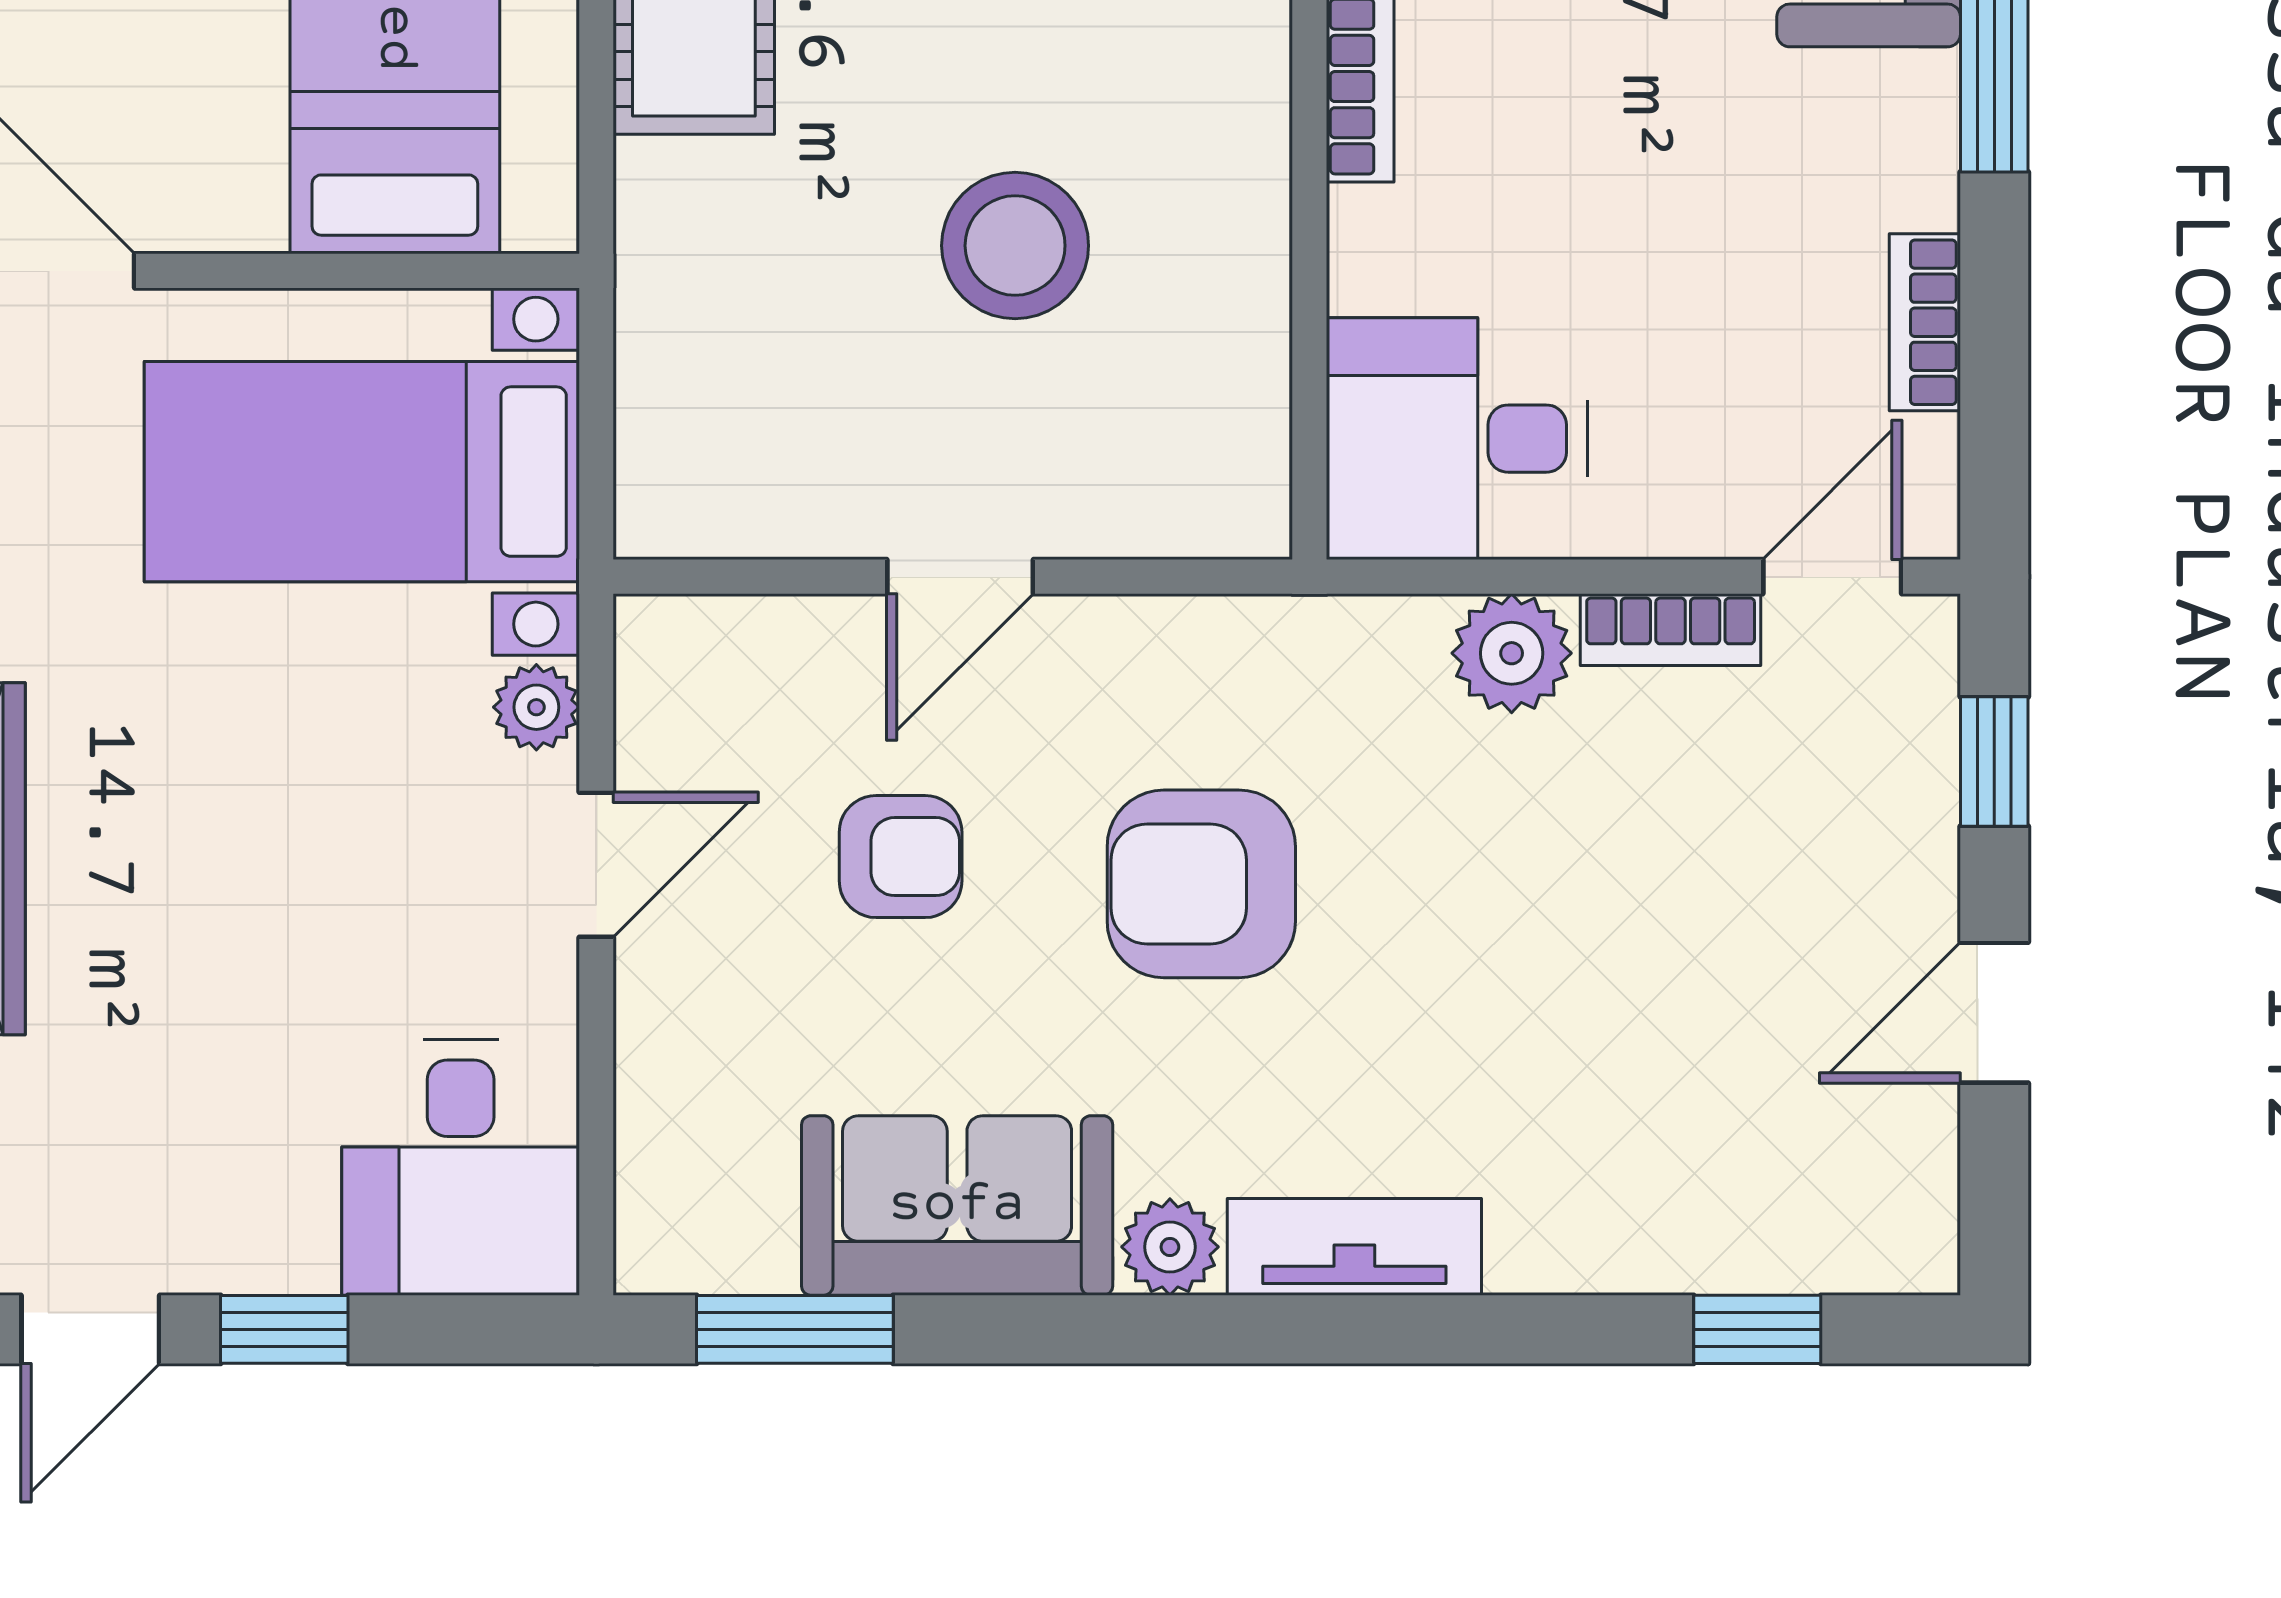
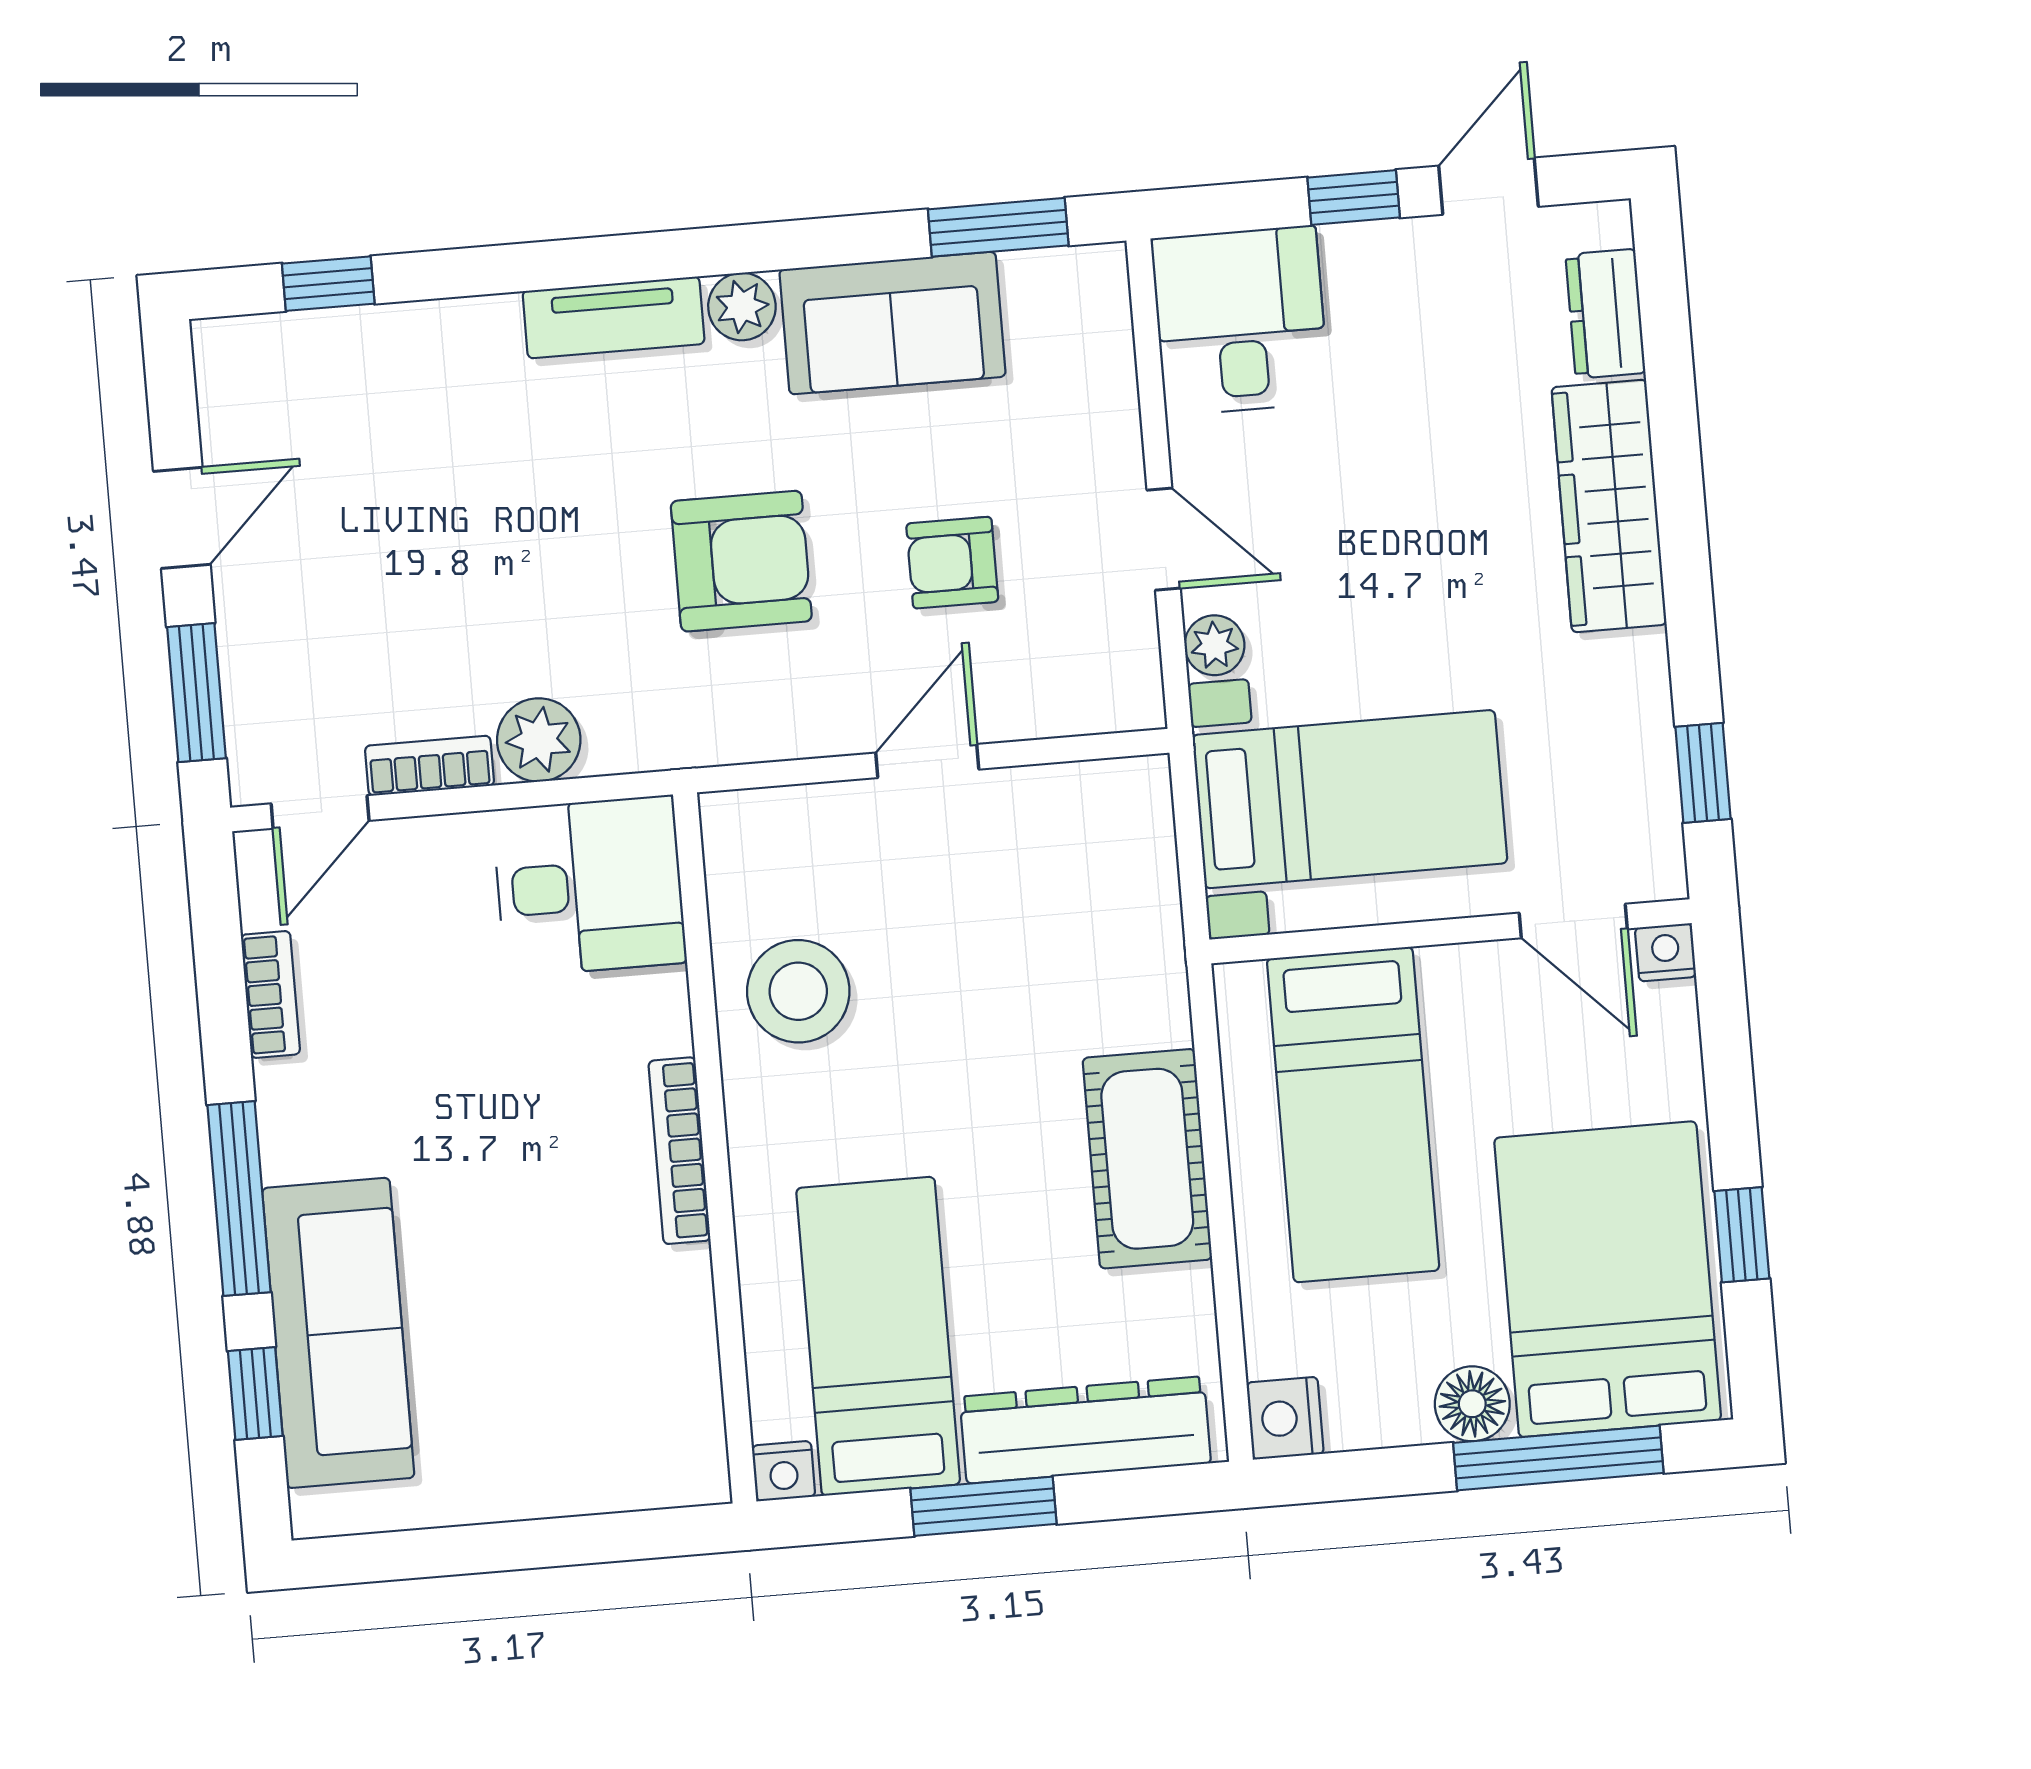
stool: (1015, 246) -> (798, 991), moved
window: (1994, 762) -> (196, 693), width x1.50
door: (596, 865) -> (1164, 539), swing flipped

